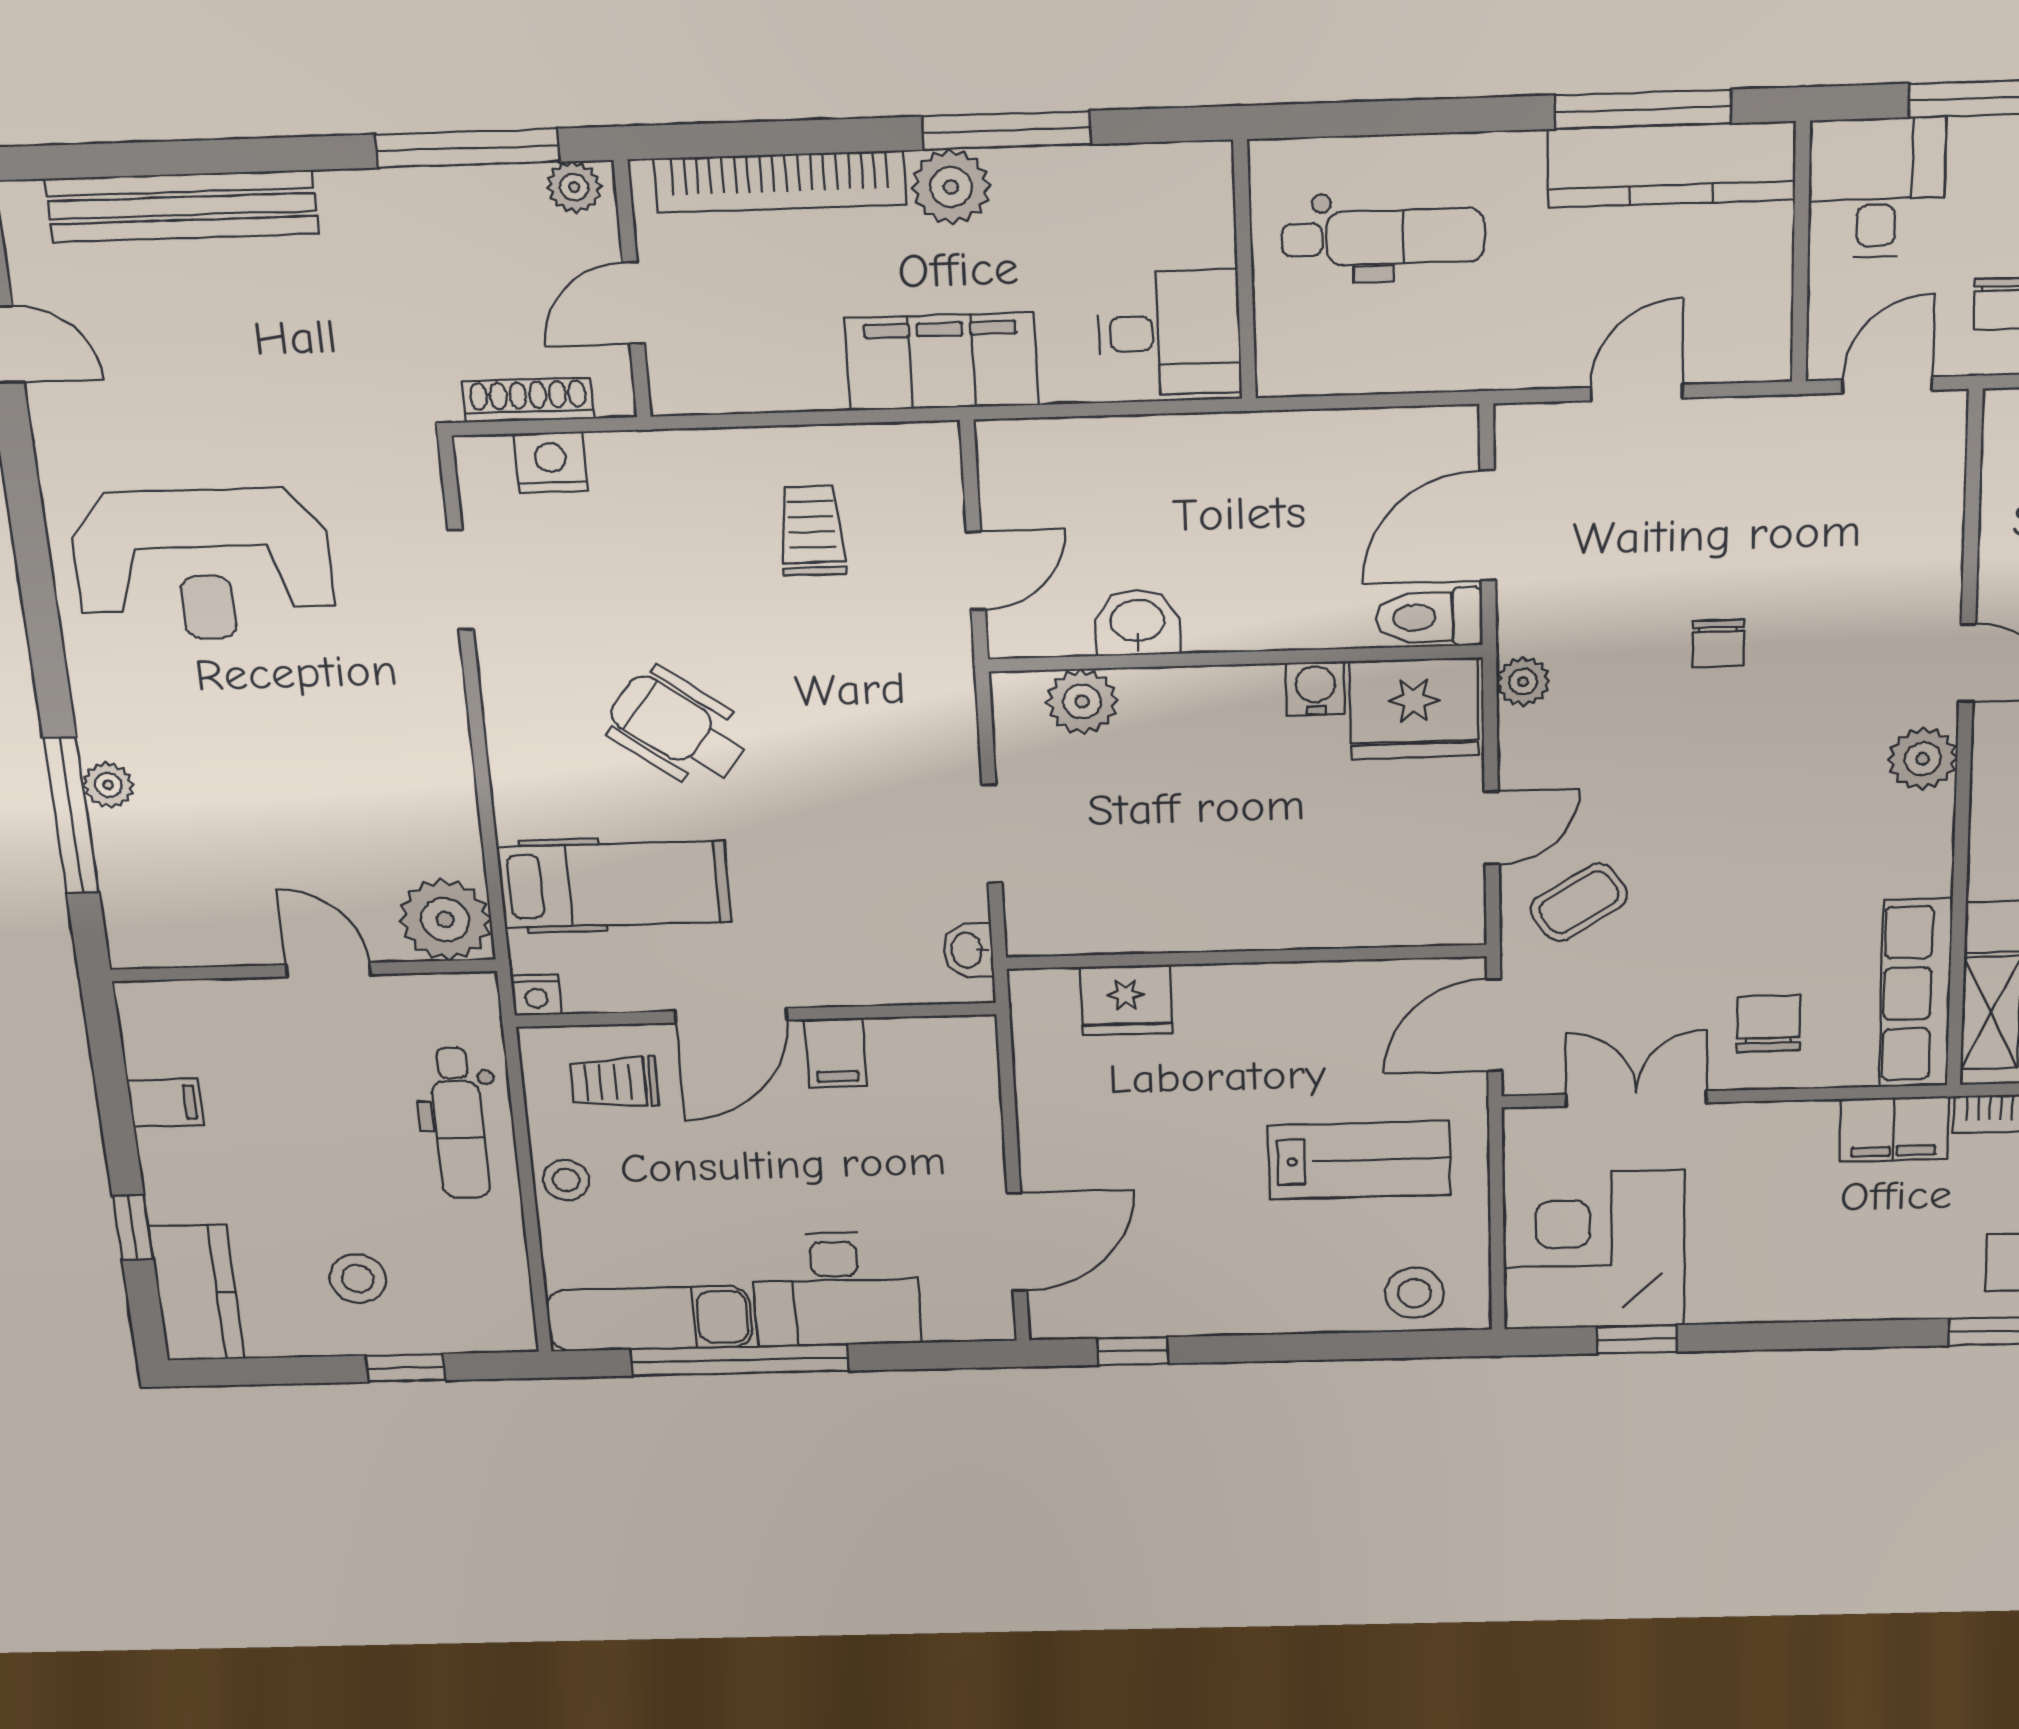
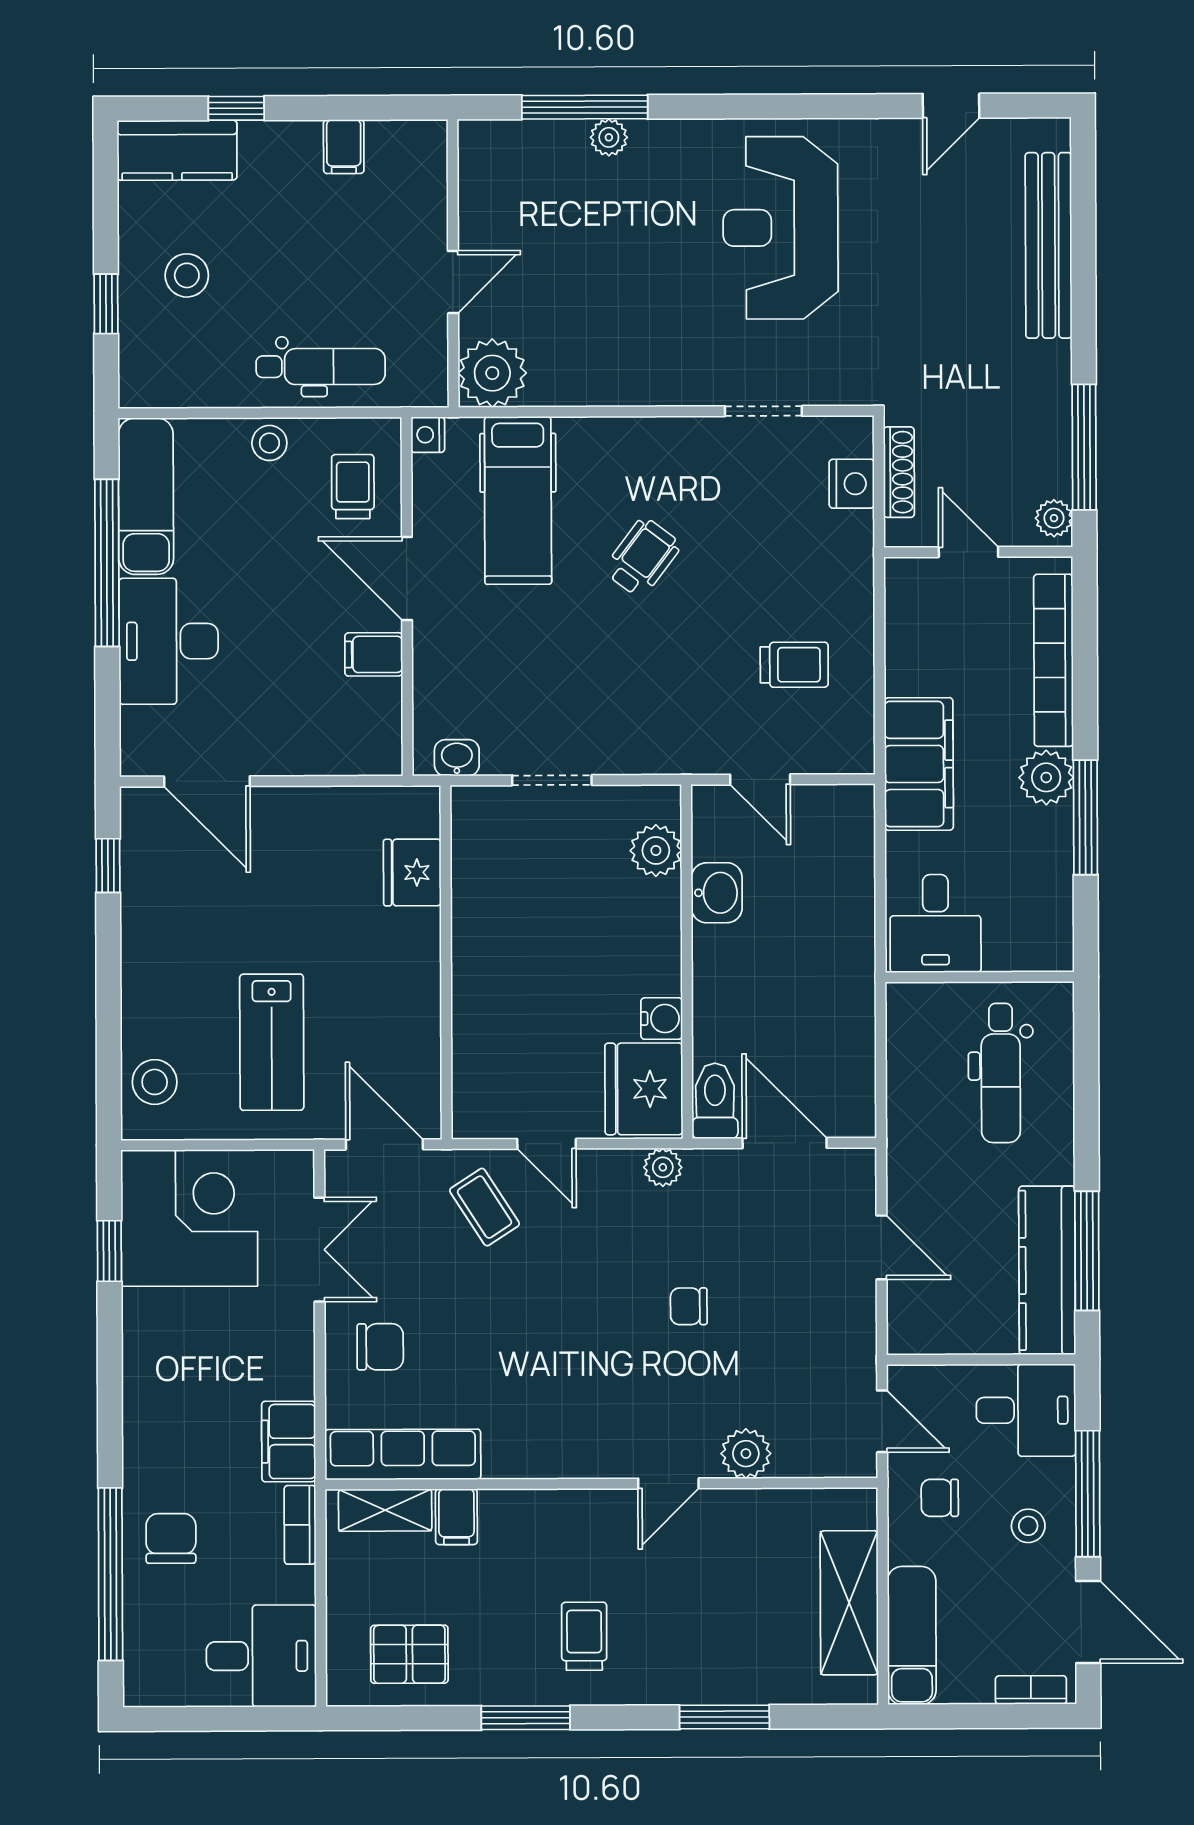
wheelchair: (678, 729) -> (642, 558), width x0.73, depth x0.73
plant: (1923, 759) -> (746, 1454), moved
dental chair: (459, 1123) -> (321, 367), turned 180

